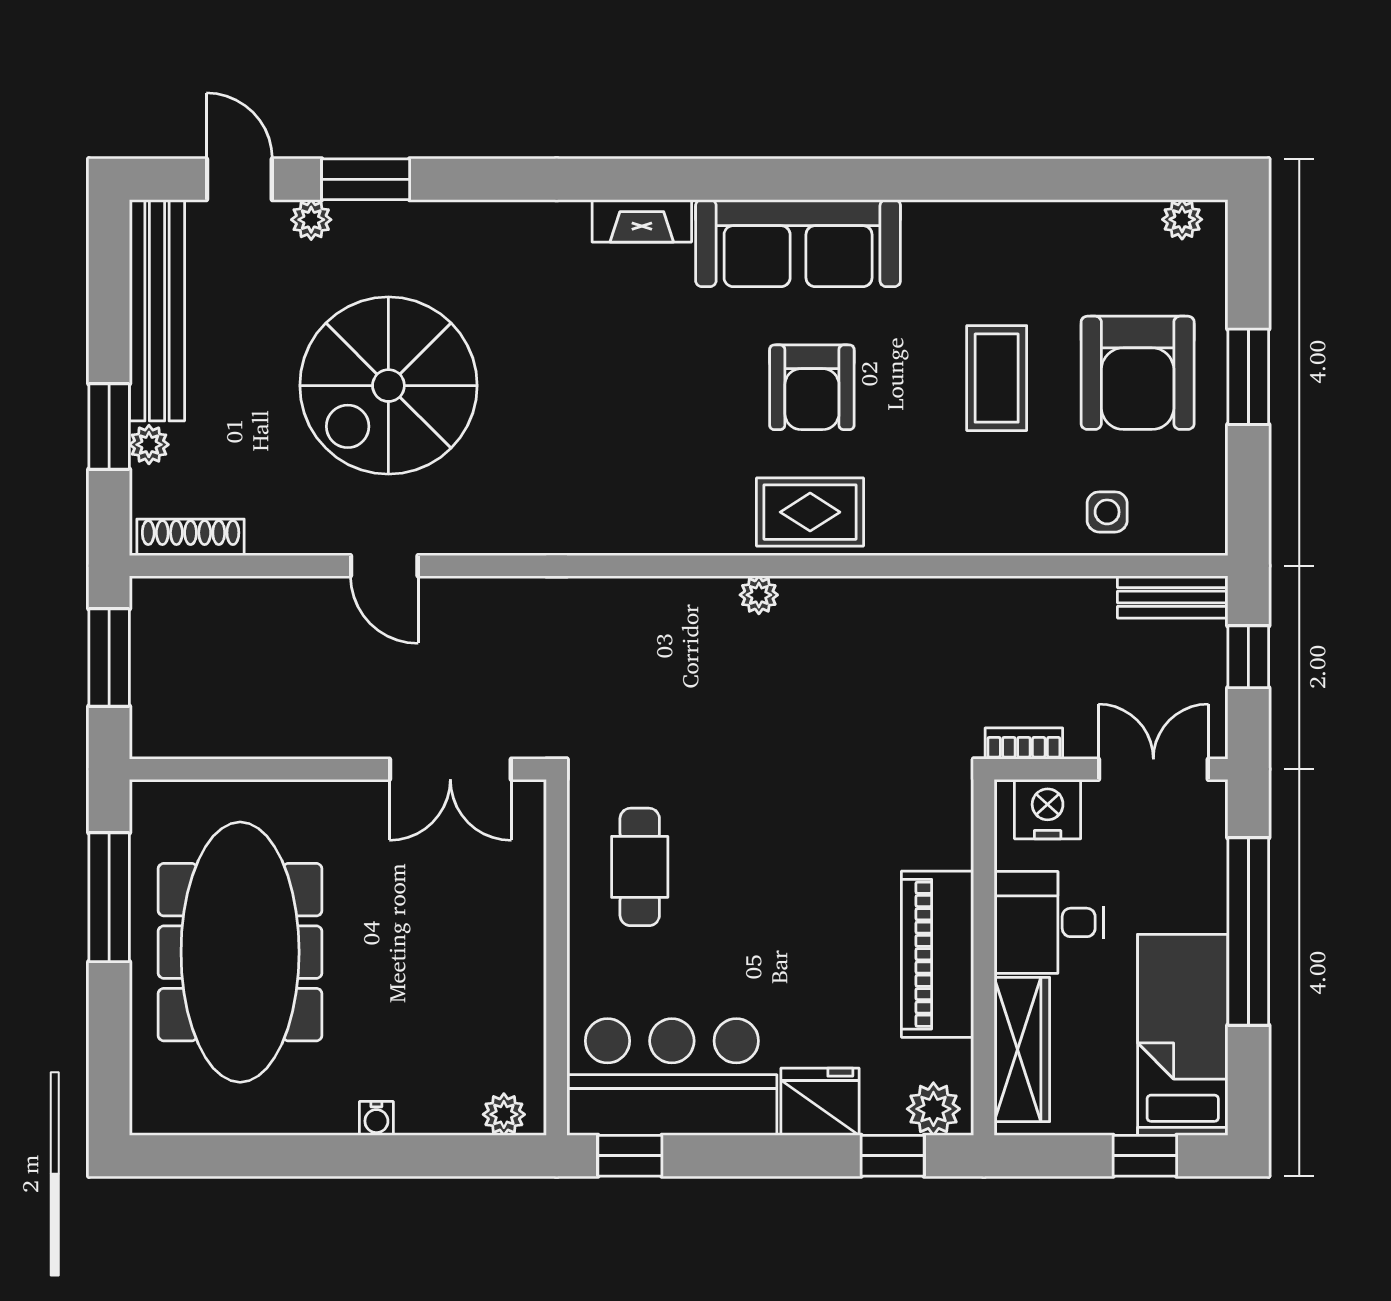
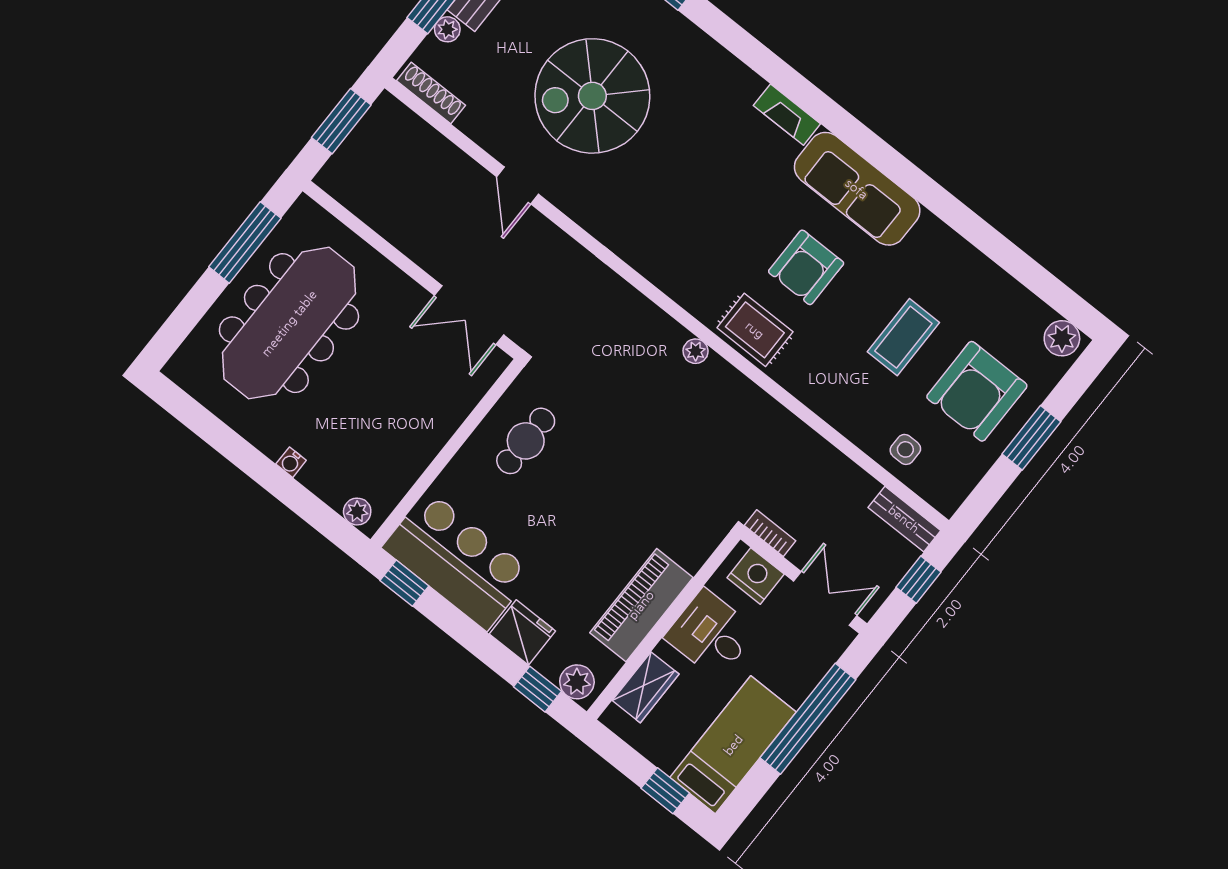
plant: (1182, 219) -> (1062, 338), width x1.38, depth x1.38
wardrobe: (1022, 1050) -> (646, 687), width x0.67

